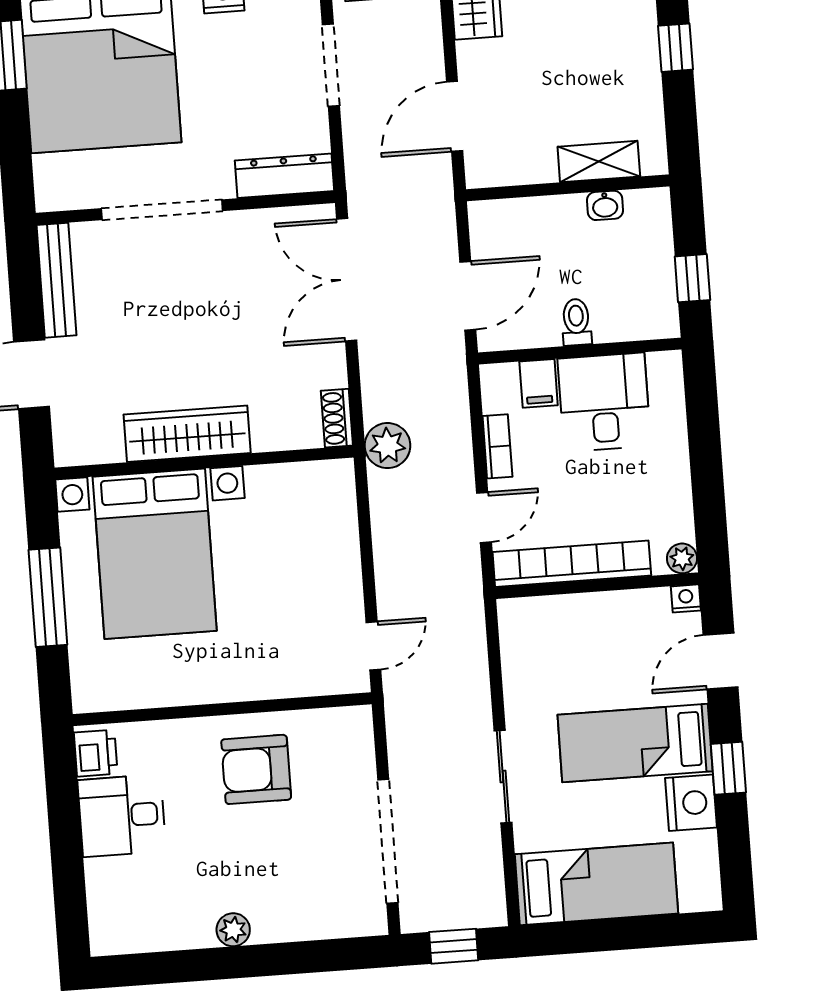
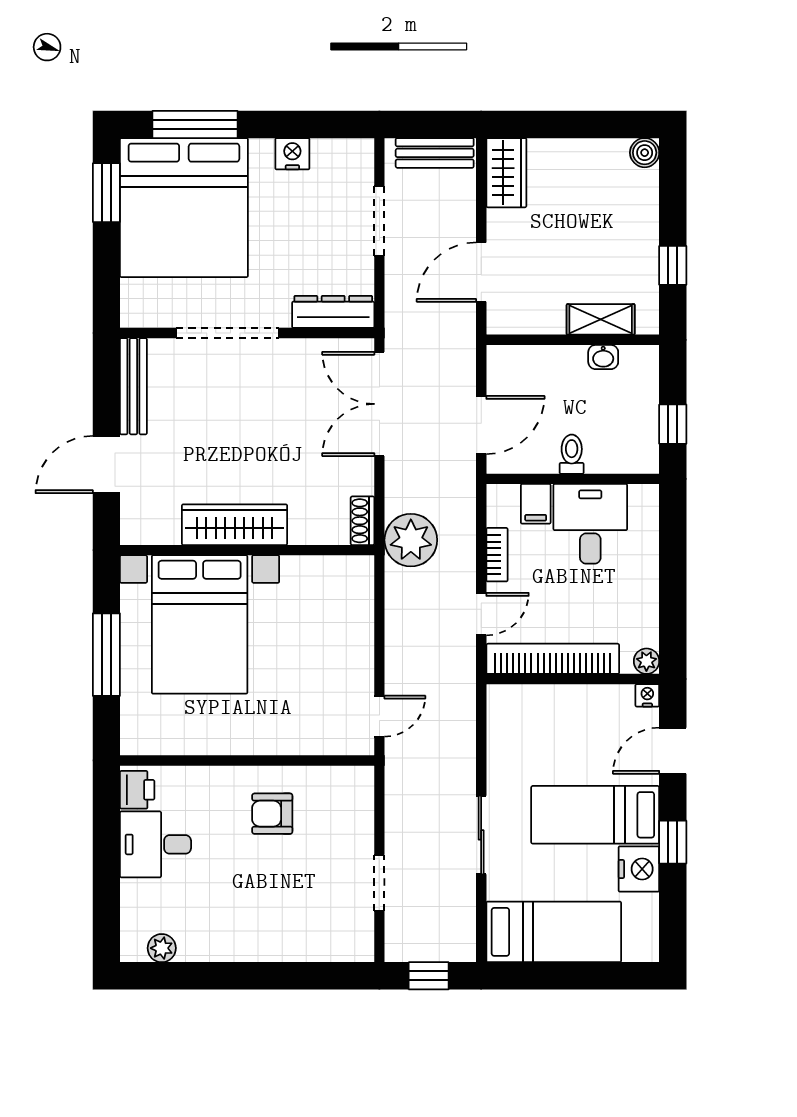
window: (676, 48) -> (673, 265), moved
plant: (388, 446) -> (411, 540), width x1.36, depth x1.36
armchair: (256, 769) -> (272, 814), width x0.72, depth x0.72
doorway: (388, 841) -> (379, 883), width x0.53
plant: (233, 930) -> (162, 948), moved

